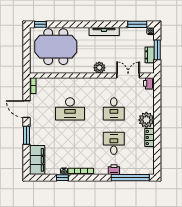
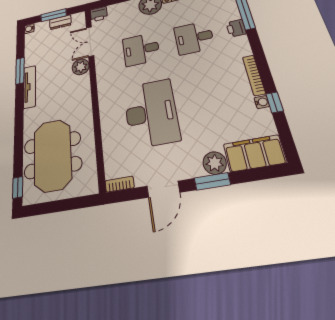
window: (137, 24) -> (20, 71), moved
plant: (99, 68) -> (81, 67), moved
desk: (70, 109) -> (151, 113), width x1.36, depth x1.30
desk: (114, 109) -> (141, 49), turned 180
plant: (36, 139) -> (215, 163), added

